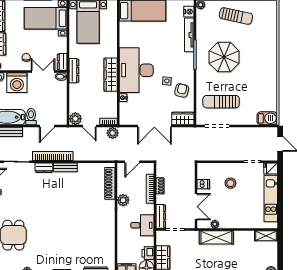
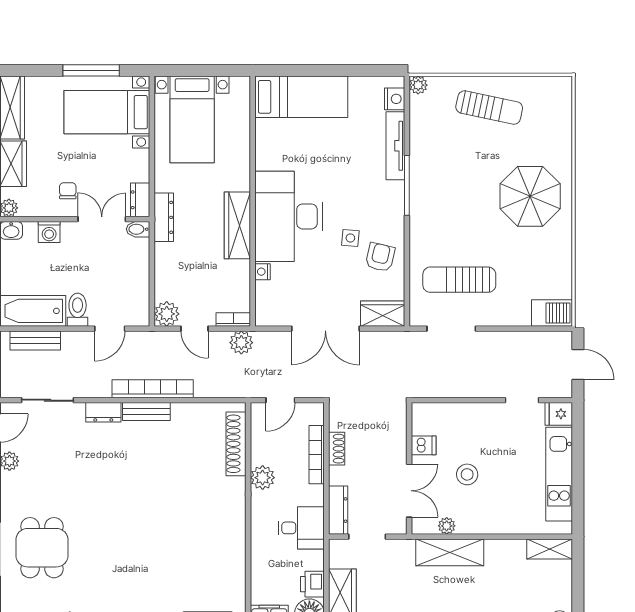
parasol: (224, 57) -> (530, 196), moved
washing machine: (17, 83) -> (49, 232), width x0.53, depth x0.53
bookcase: (53, 156) -> (153, 389), moved
stool: (230, 183) -> (467, 474), moved

